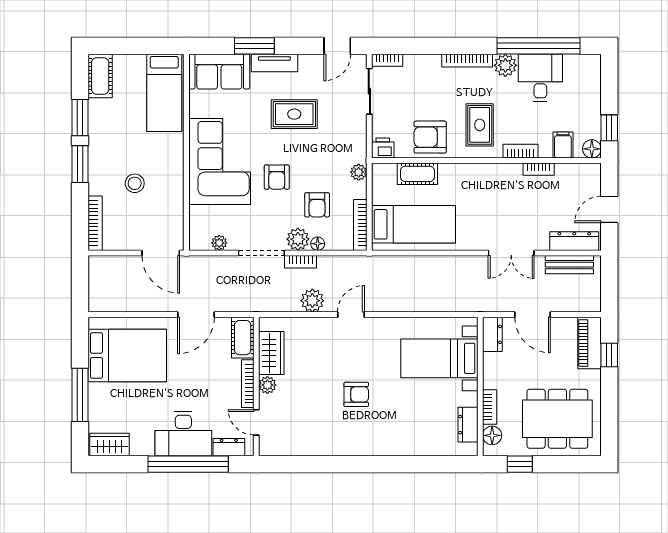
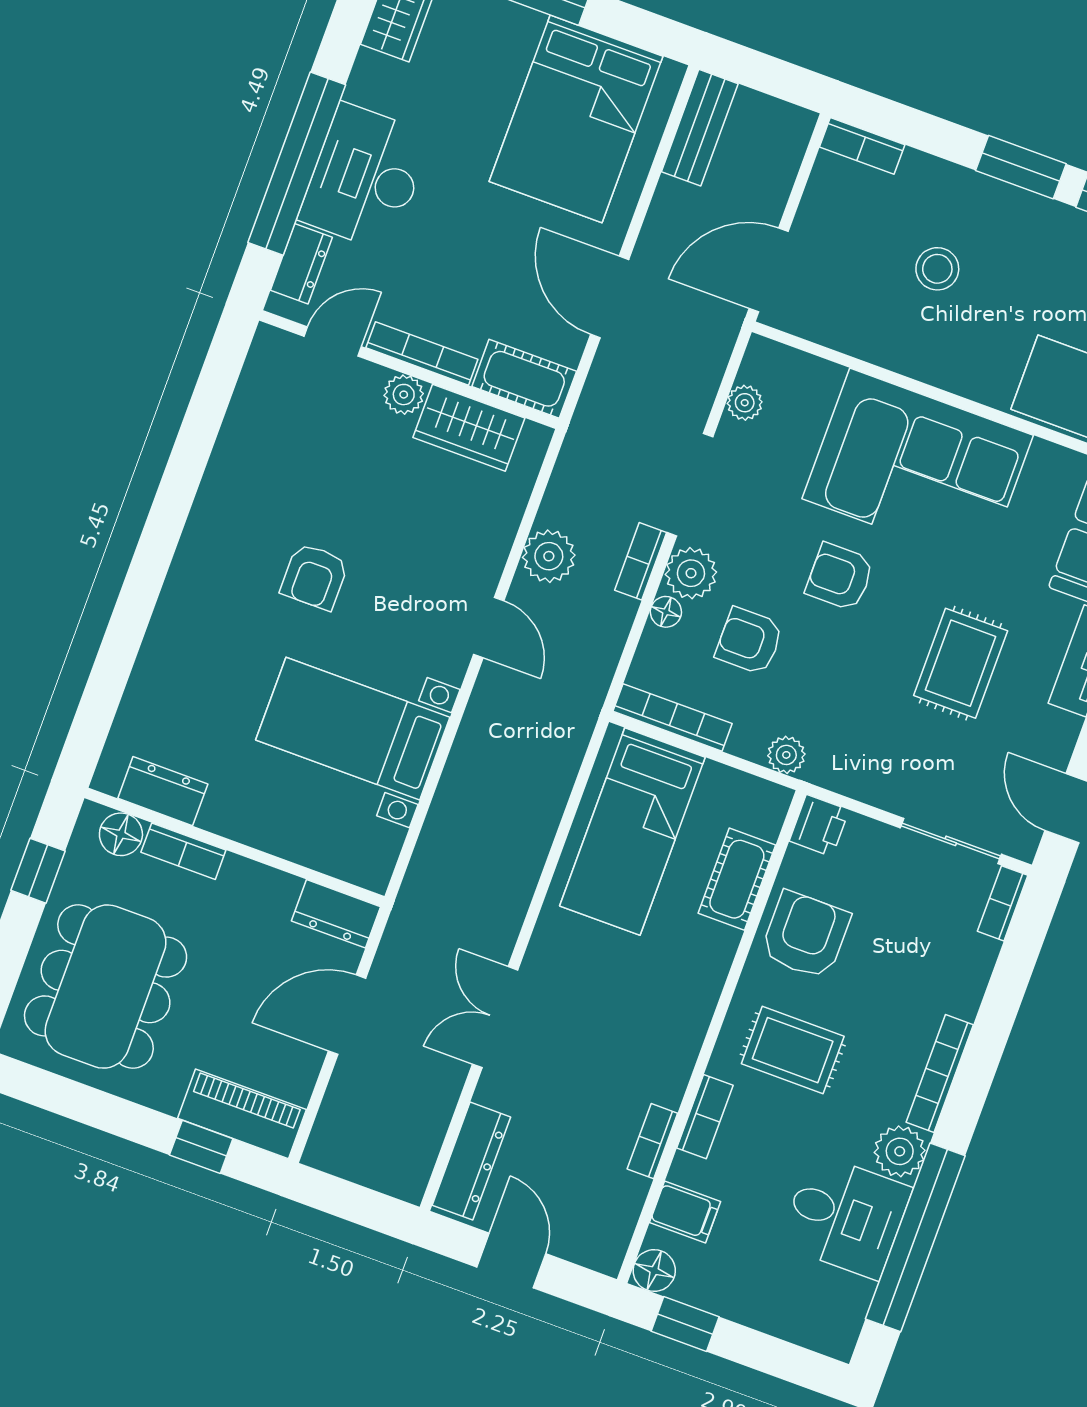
bookcase: (95, 223) -> (862, 146), width x0.64
bench: (569, 265) -> (700, 128), moved
bed with nightstands: (439, 358) -> (353, 729), moved, turned -90

